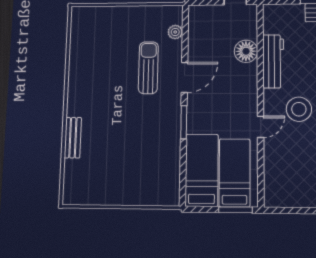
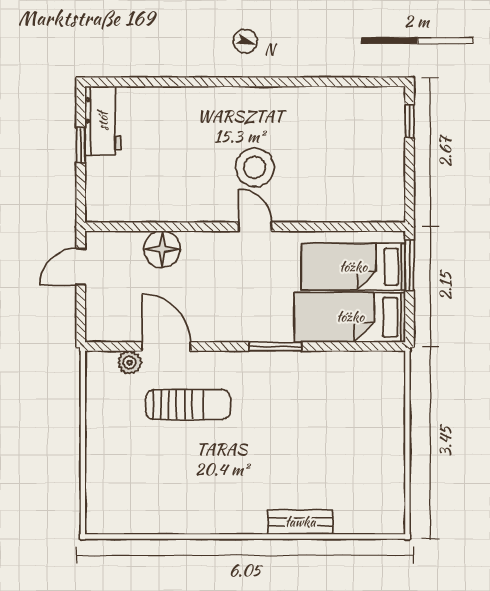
workbench: (273, 61) -> (179, 206), removed
sun lounger: (148, 68) -> (188, 405), turned 180
door: (184, 77) -> (166, 346), moved
door: (261, 127) -> (255, 227), moved

